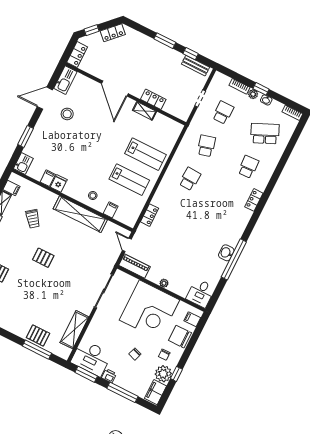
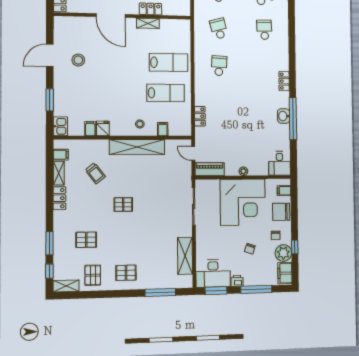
kitchen sink: (65, 80) -> (61, 29), removed
locker: (254, 200) -> (284, 81), moved
pallet: (38, 335) -> (126, 273), moved

